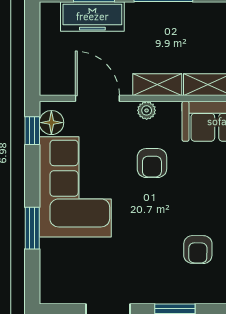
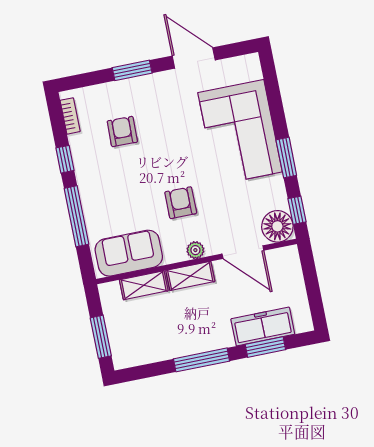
floor lamp: (51, 123) -> (277, 226), width x1.38, depth x1.38
corner sofa: (75, 187) -> (240, 132), moved
window: (32, 228) -> (286, 158), moved

